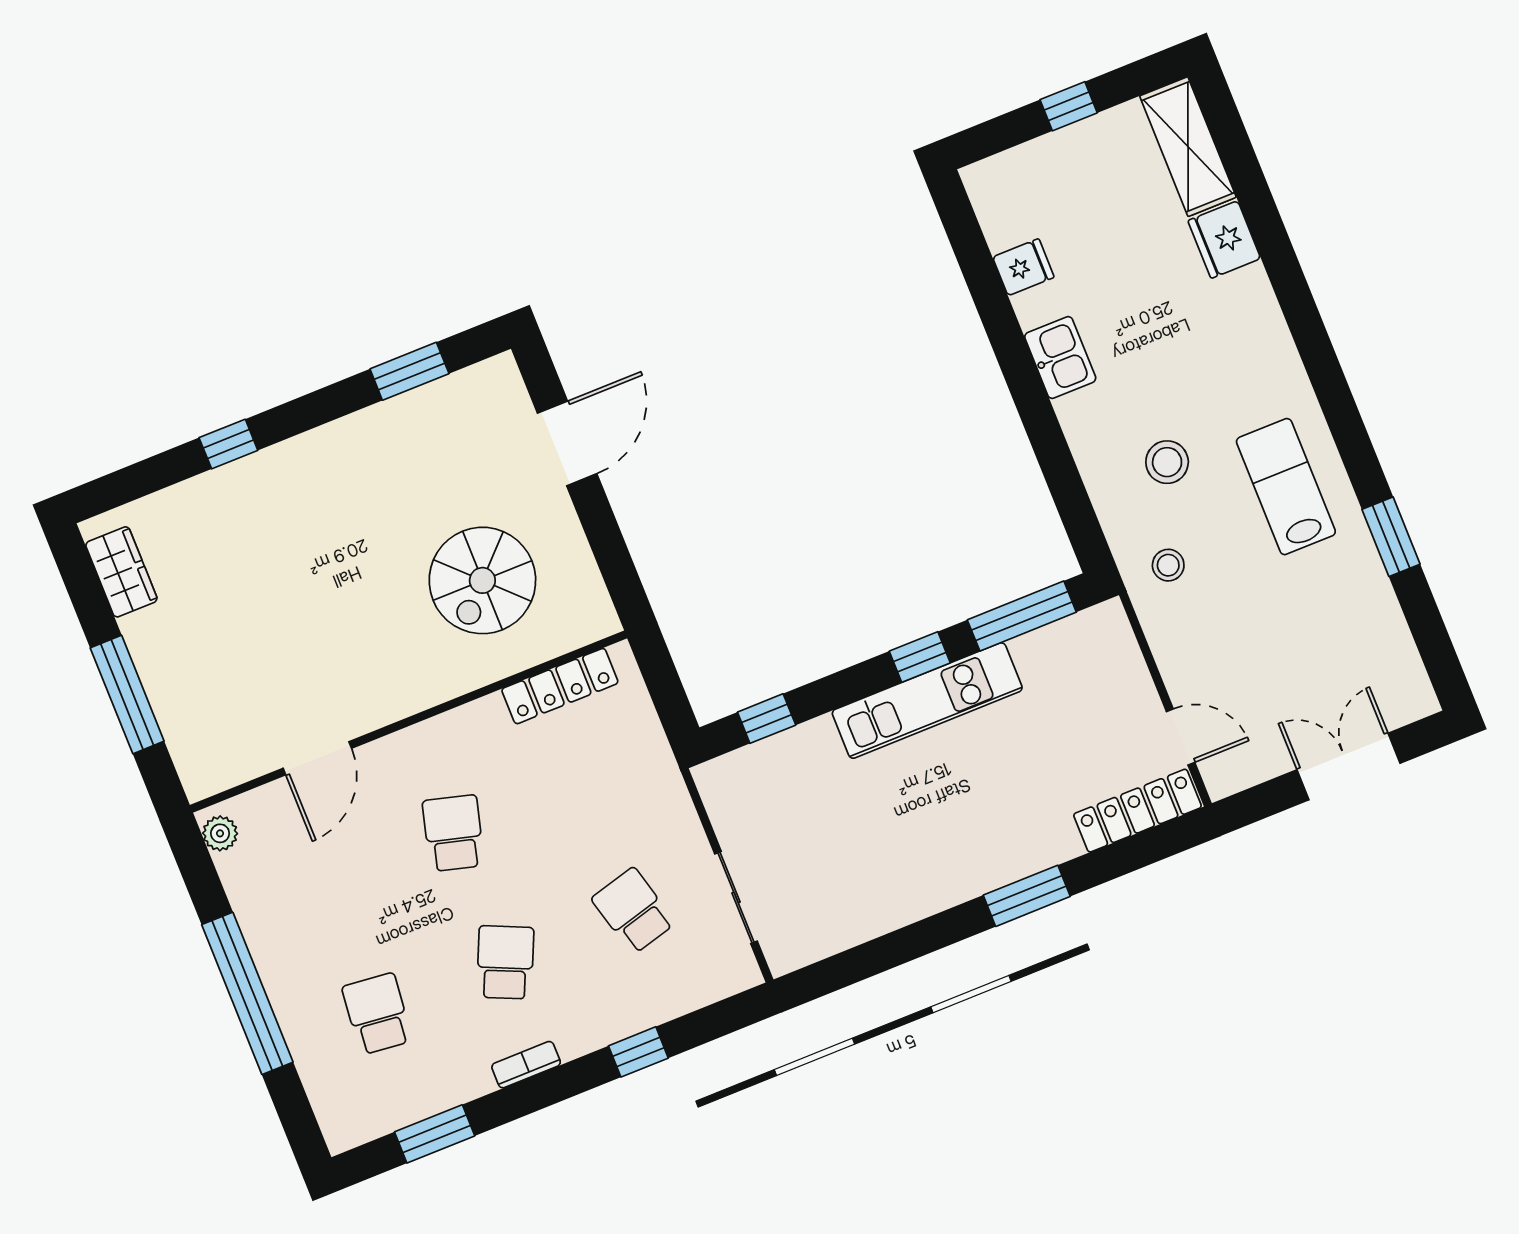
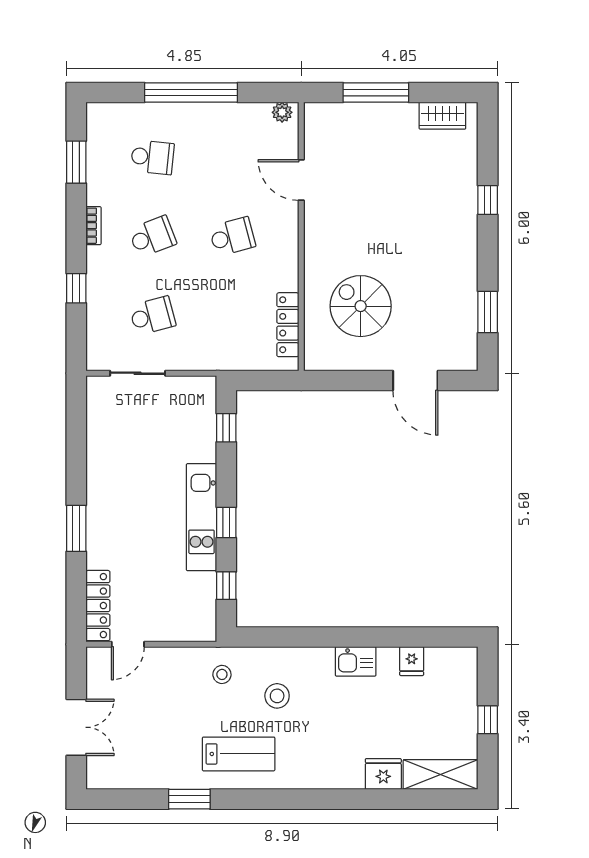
window: (1022, 616) -> (226, 586), width x0.46
school desk: (453, 833) -> (232, 237), turned -30
school desk: (505, 962) -> (152, 237), turned -45

